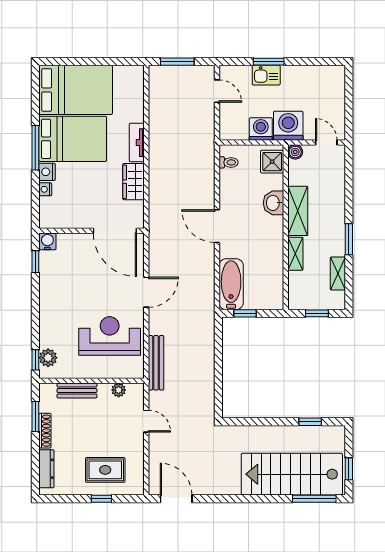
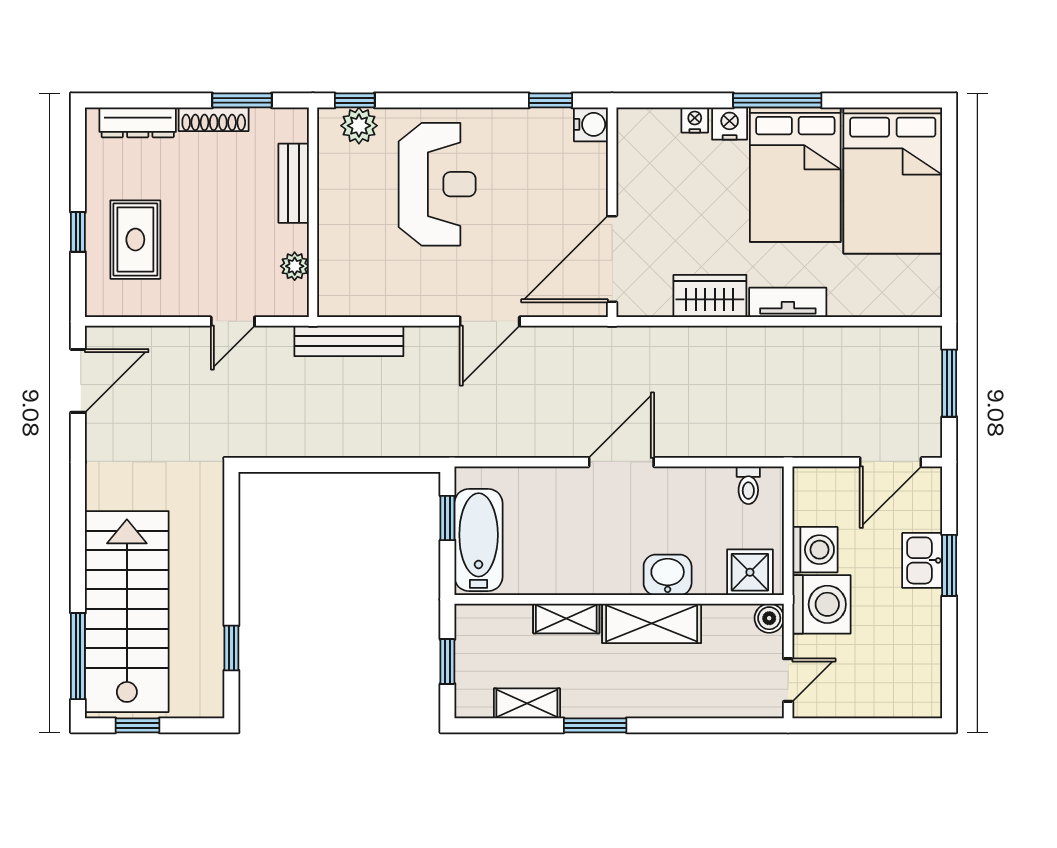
door: (217, 91) -> (891, 462), width x1.38
bathtub: (231, 284) -> (479, 540), moved, turned -90
door: (146, 292) -> (490, 321), hinge flipped
reception desk: (110, 336) -> (437, 184), moved

